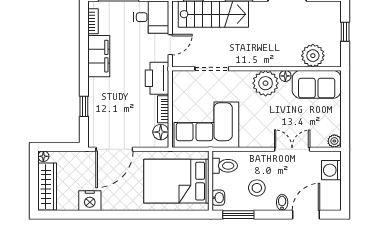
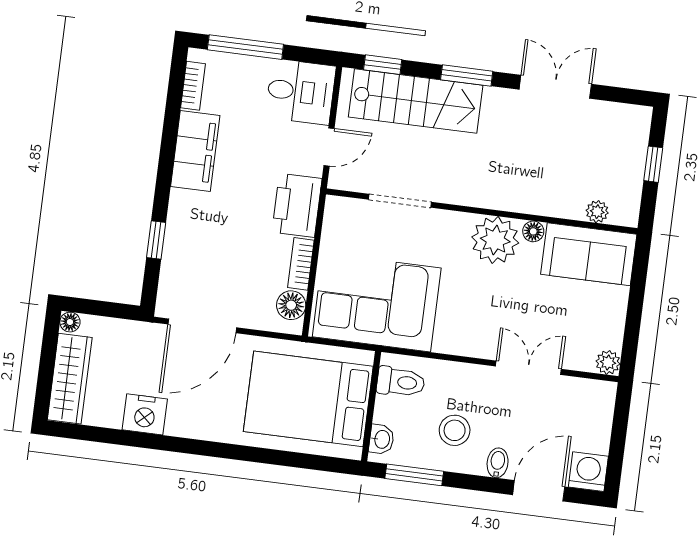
plant: (313, 56) -> (597, 212), width x0.53, depth x0.53
washing machine: (331, 170) -> (588, 472), moved, turned 90

